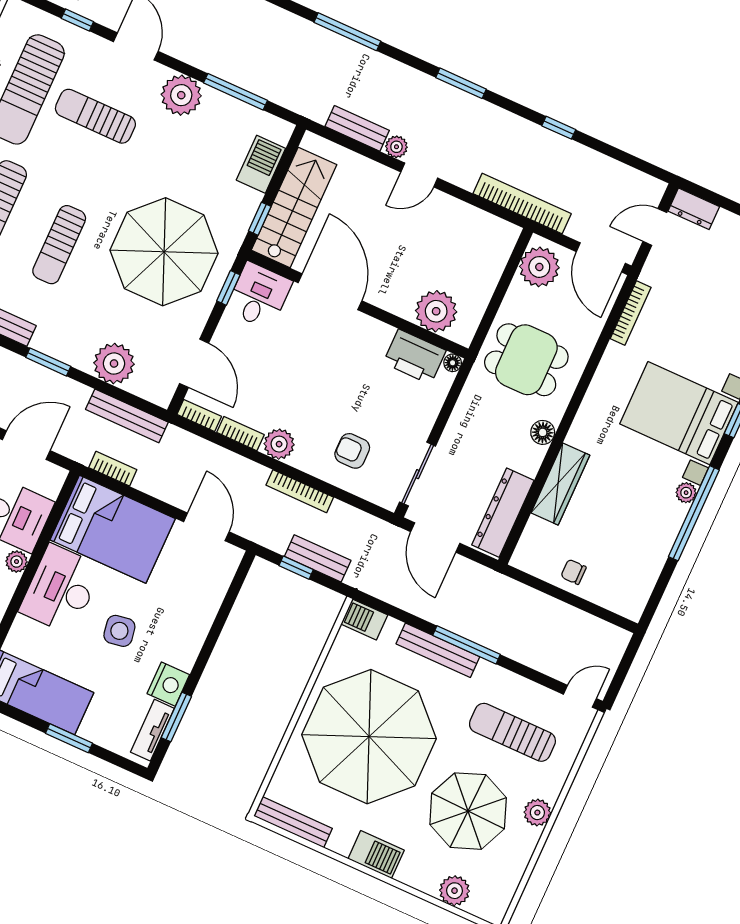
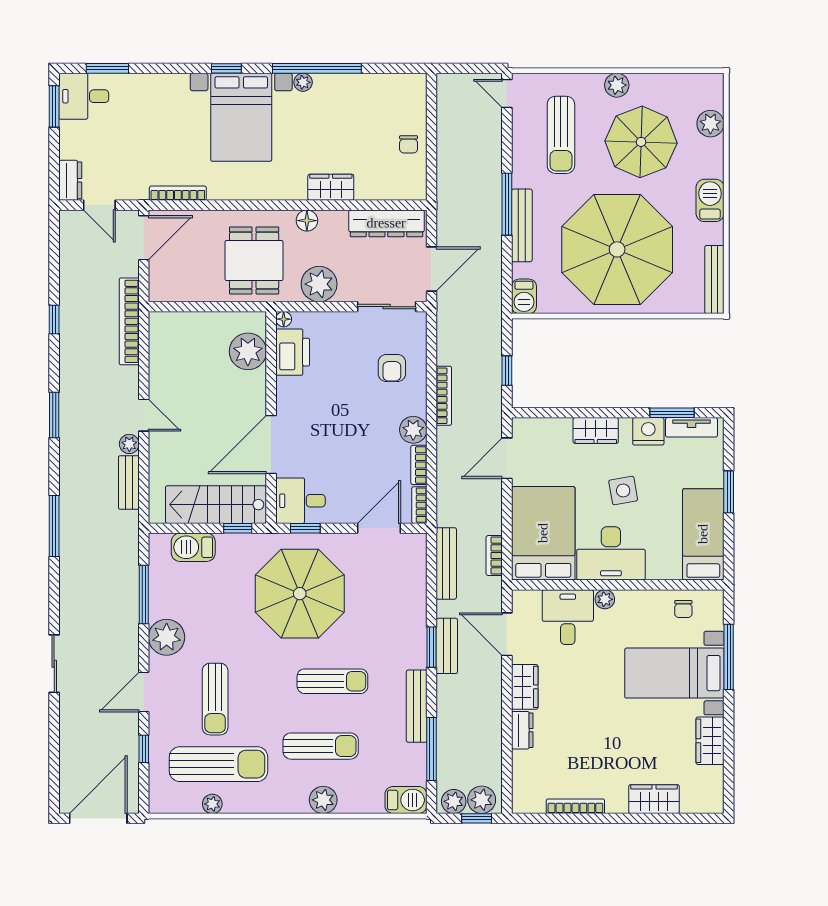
plant: (539, 267) -> (319, 284), moved
plant: (114, 364) -> (409, 593), removed
wardrobe: (560, 484) -> (331, 187), width x0.67
bench: (318, 558) -> (447, 646), moved
wardrobe: (194, 631) -> (596, 430), added

